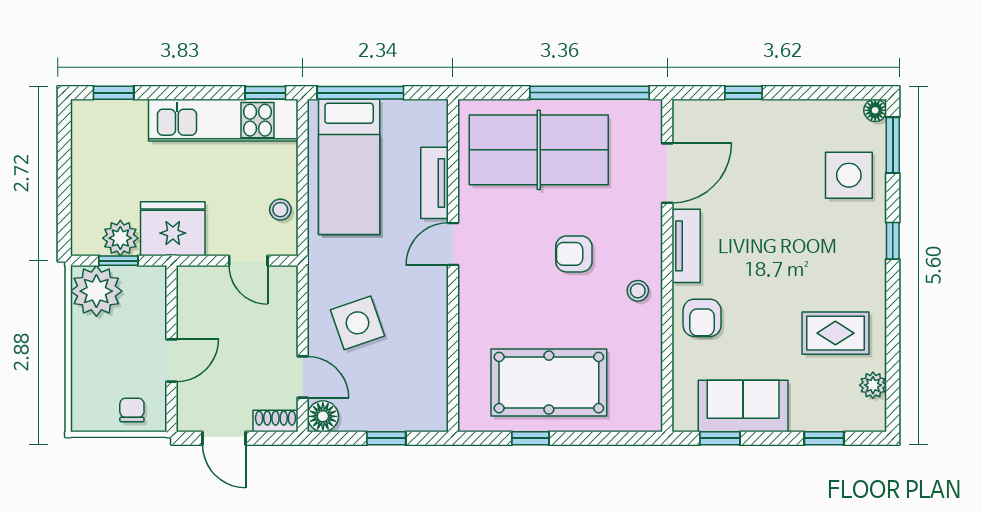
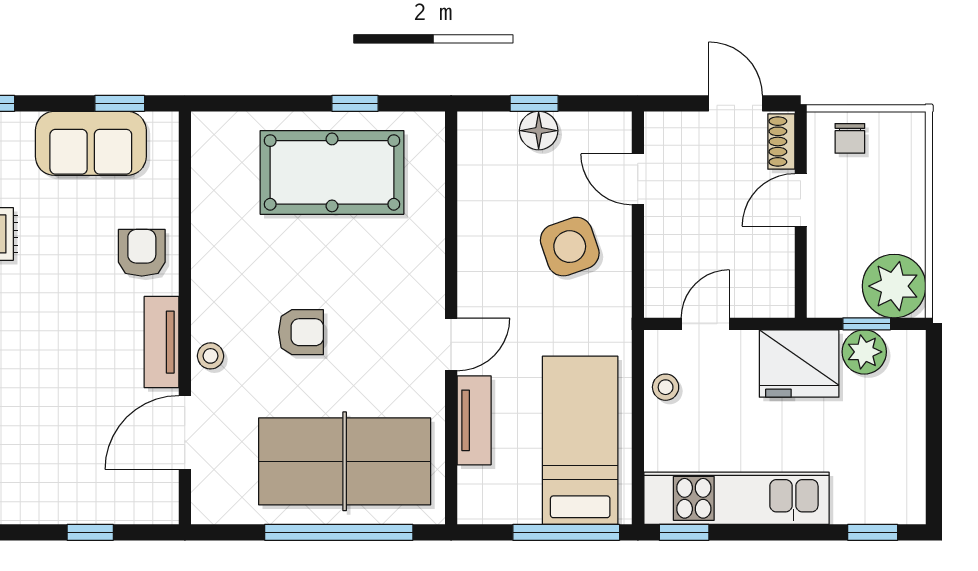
window: (590, 93) -> (339, 532), moved
door: (248, 261) -> (705, 324), hinge flipped
stool: (638, 291) -> (210, 356), moved
floor lamp: (323, 416) -> (539, 131), moved
shoe rack: (276, 421) -> (781, 141), moved, turned 90

